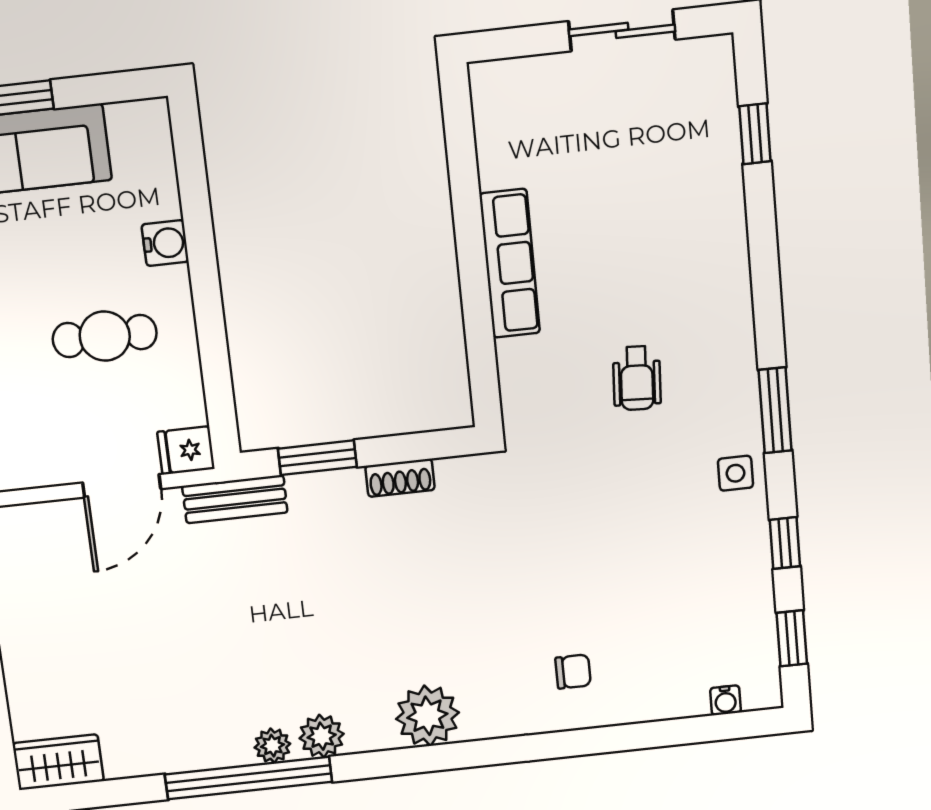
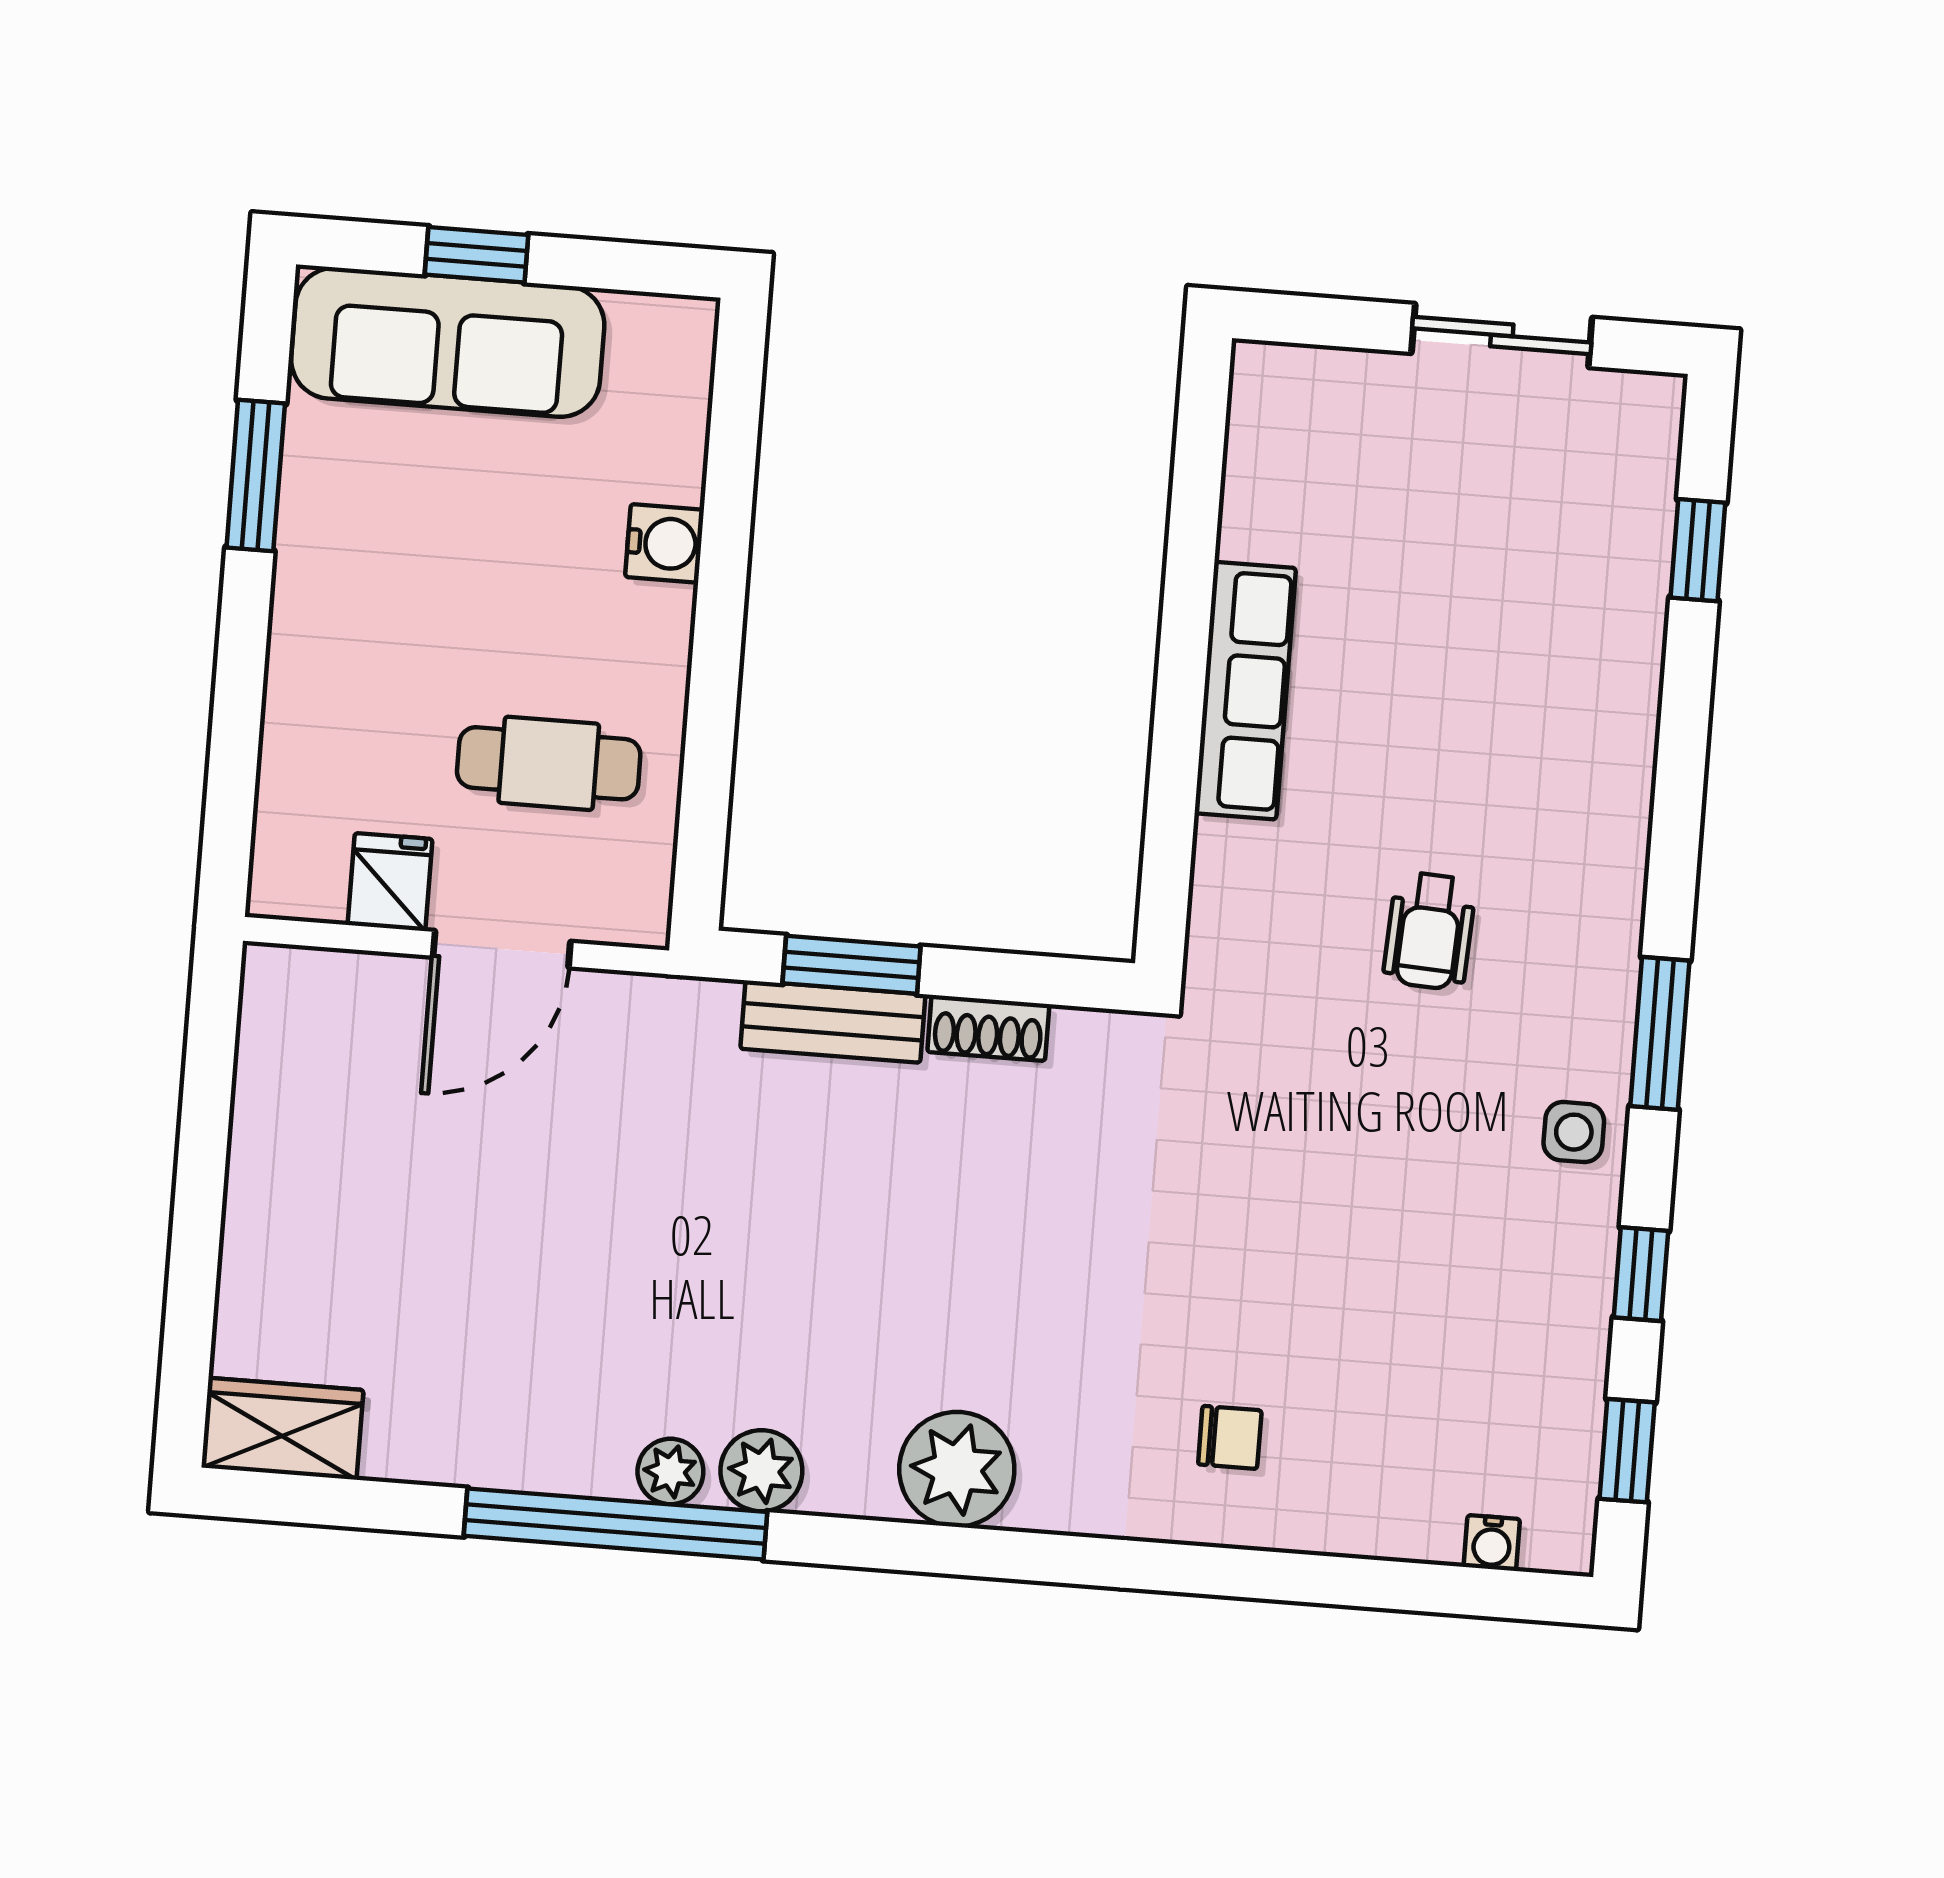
cafe table: (105, 336) -> (549, 763), moved
fridge: (186, 450) -> (390, 882), moved, turned 90
bench: (235, 499) -> (833, 1022), moved

